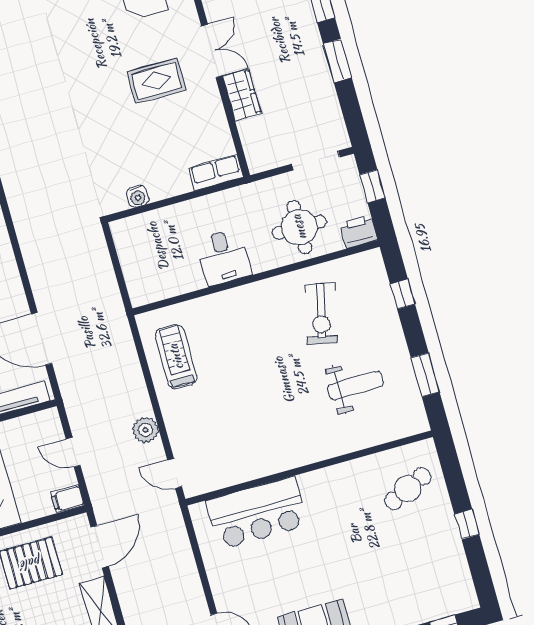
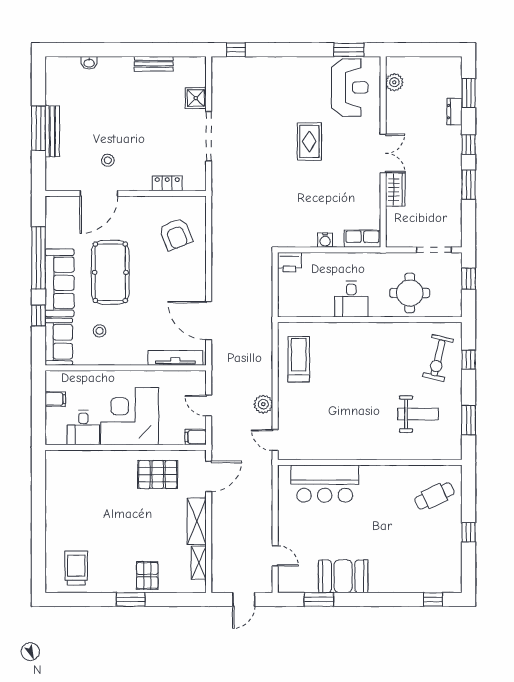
rug: (156, 81) -> (309, 141), moved, turned 90
water cooler: (137, 196) -> (325, 240), moved
printer: (359, 231) -> (289, 262), moved, turned 180
exercise bike: (321, 314) -> (438, 358), moved

